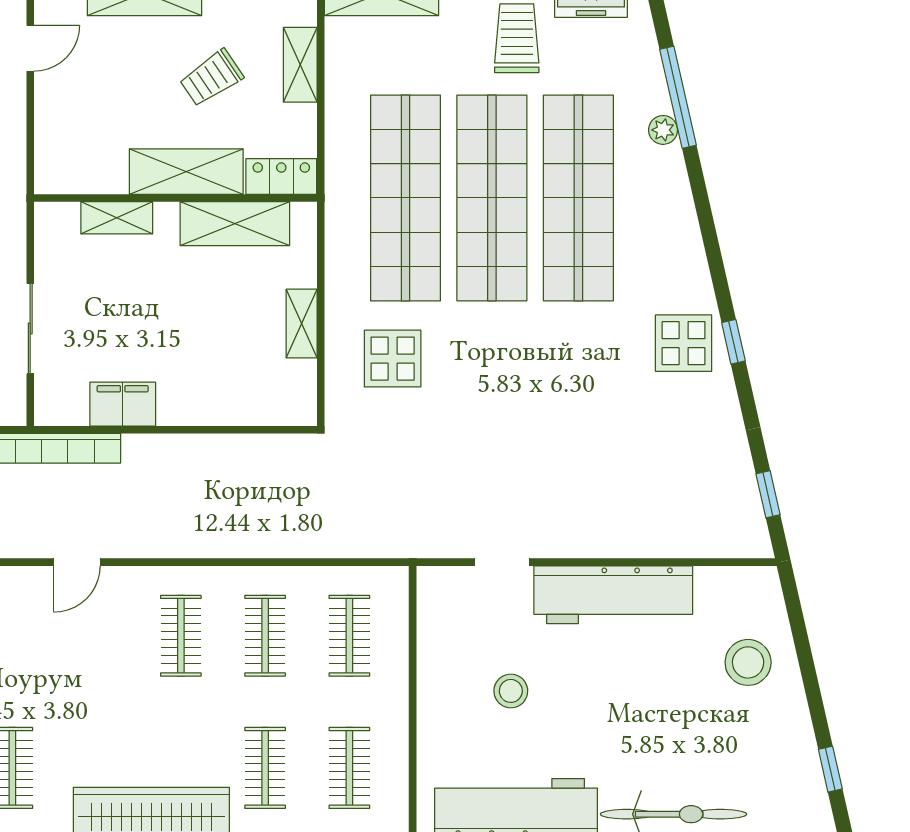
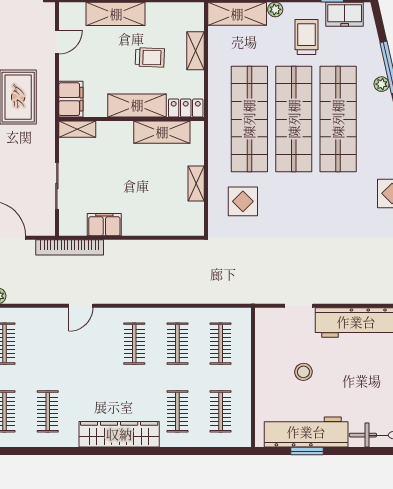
trolley: (211, 78) -> (150, 57), turned -144
filing cabinet: (57, 159) -> (71, 99), added
shelving: (117, 218) -> (77, 129), moved

